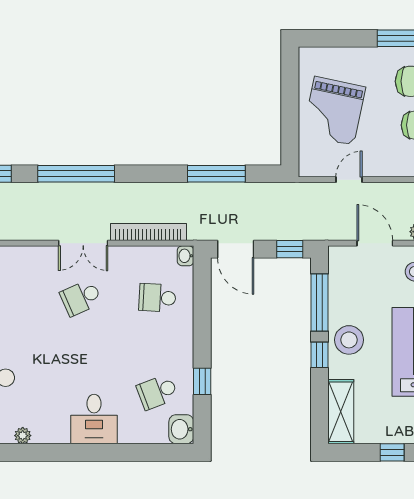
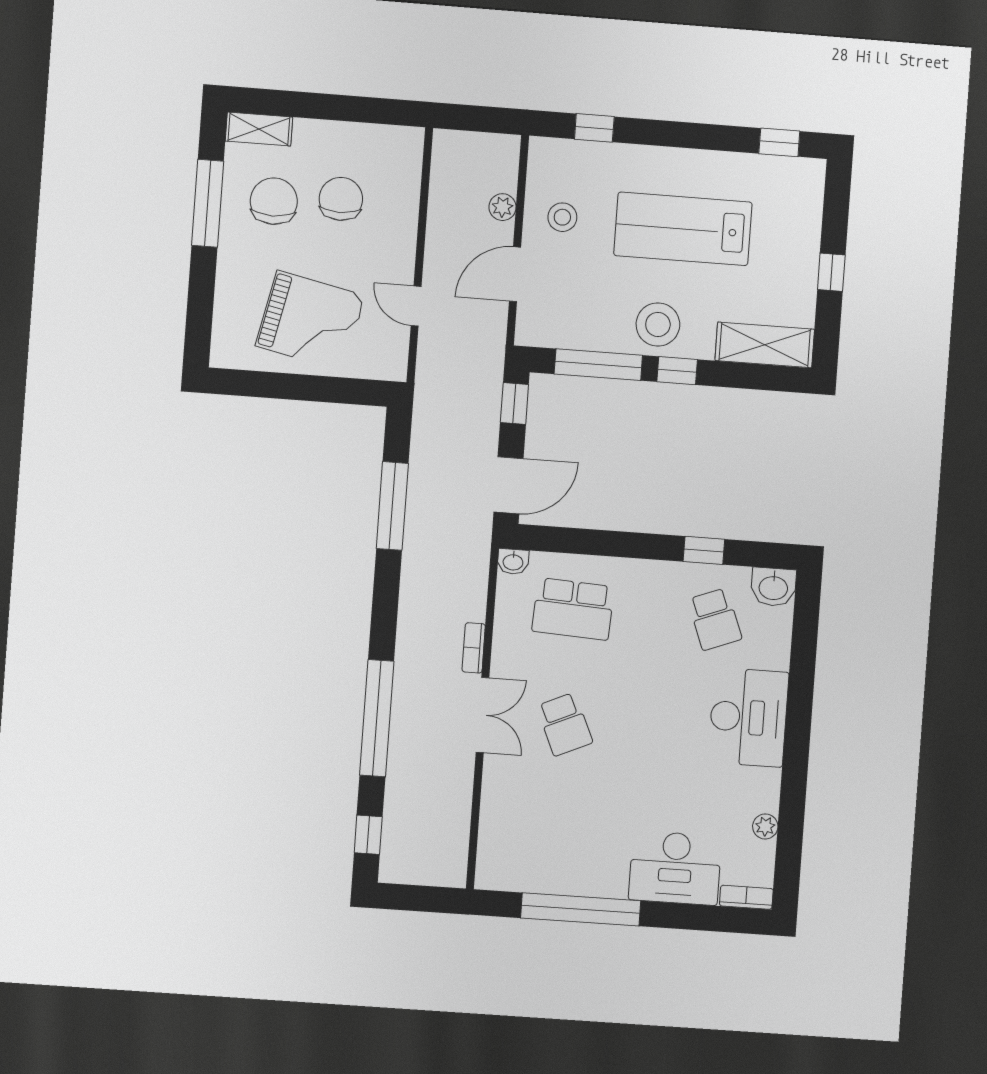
bookcase: (148, 232) -> (474, 648), width x0.43, depth x0.76
school desk: (157, 298) -> (573, 609), width x1.85
desk: (94, 419) -> (748, 717), width x1.37

